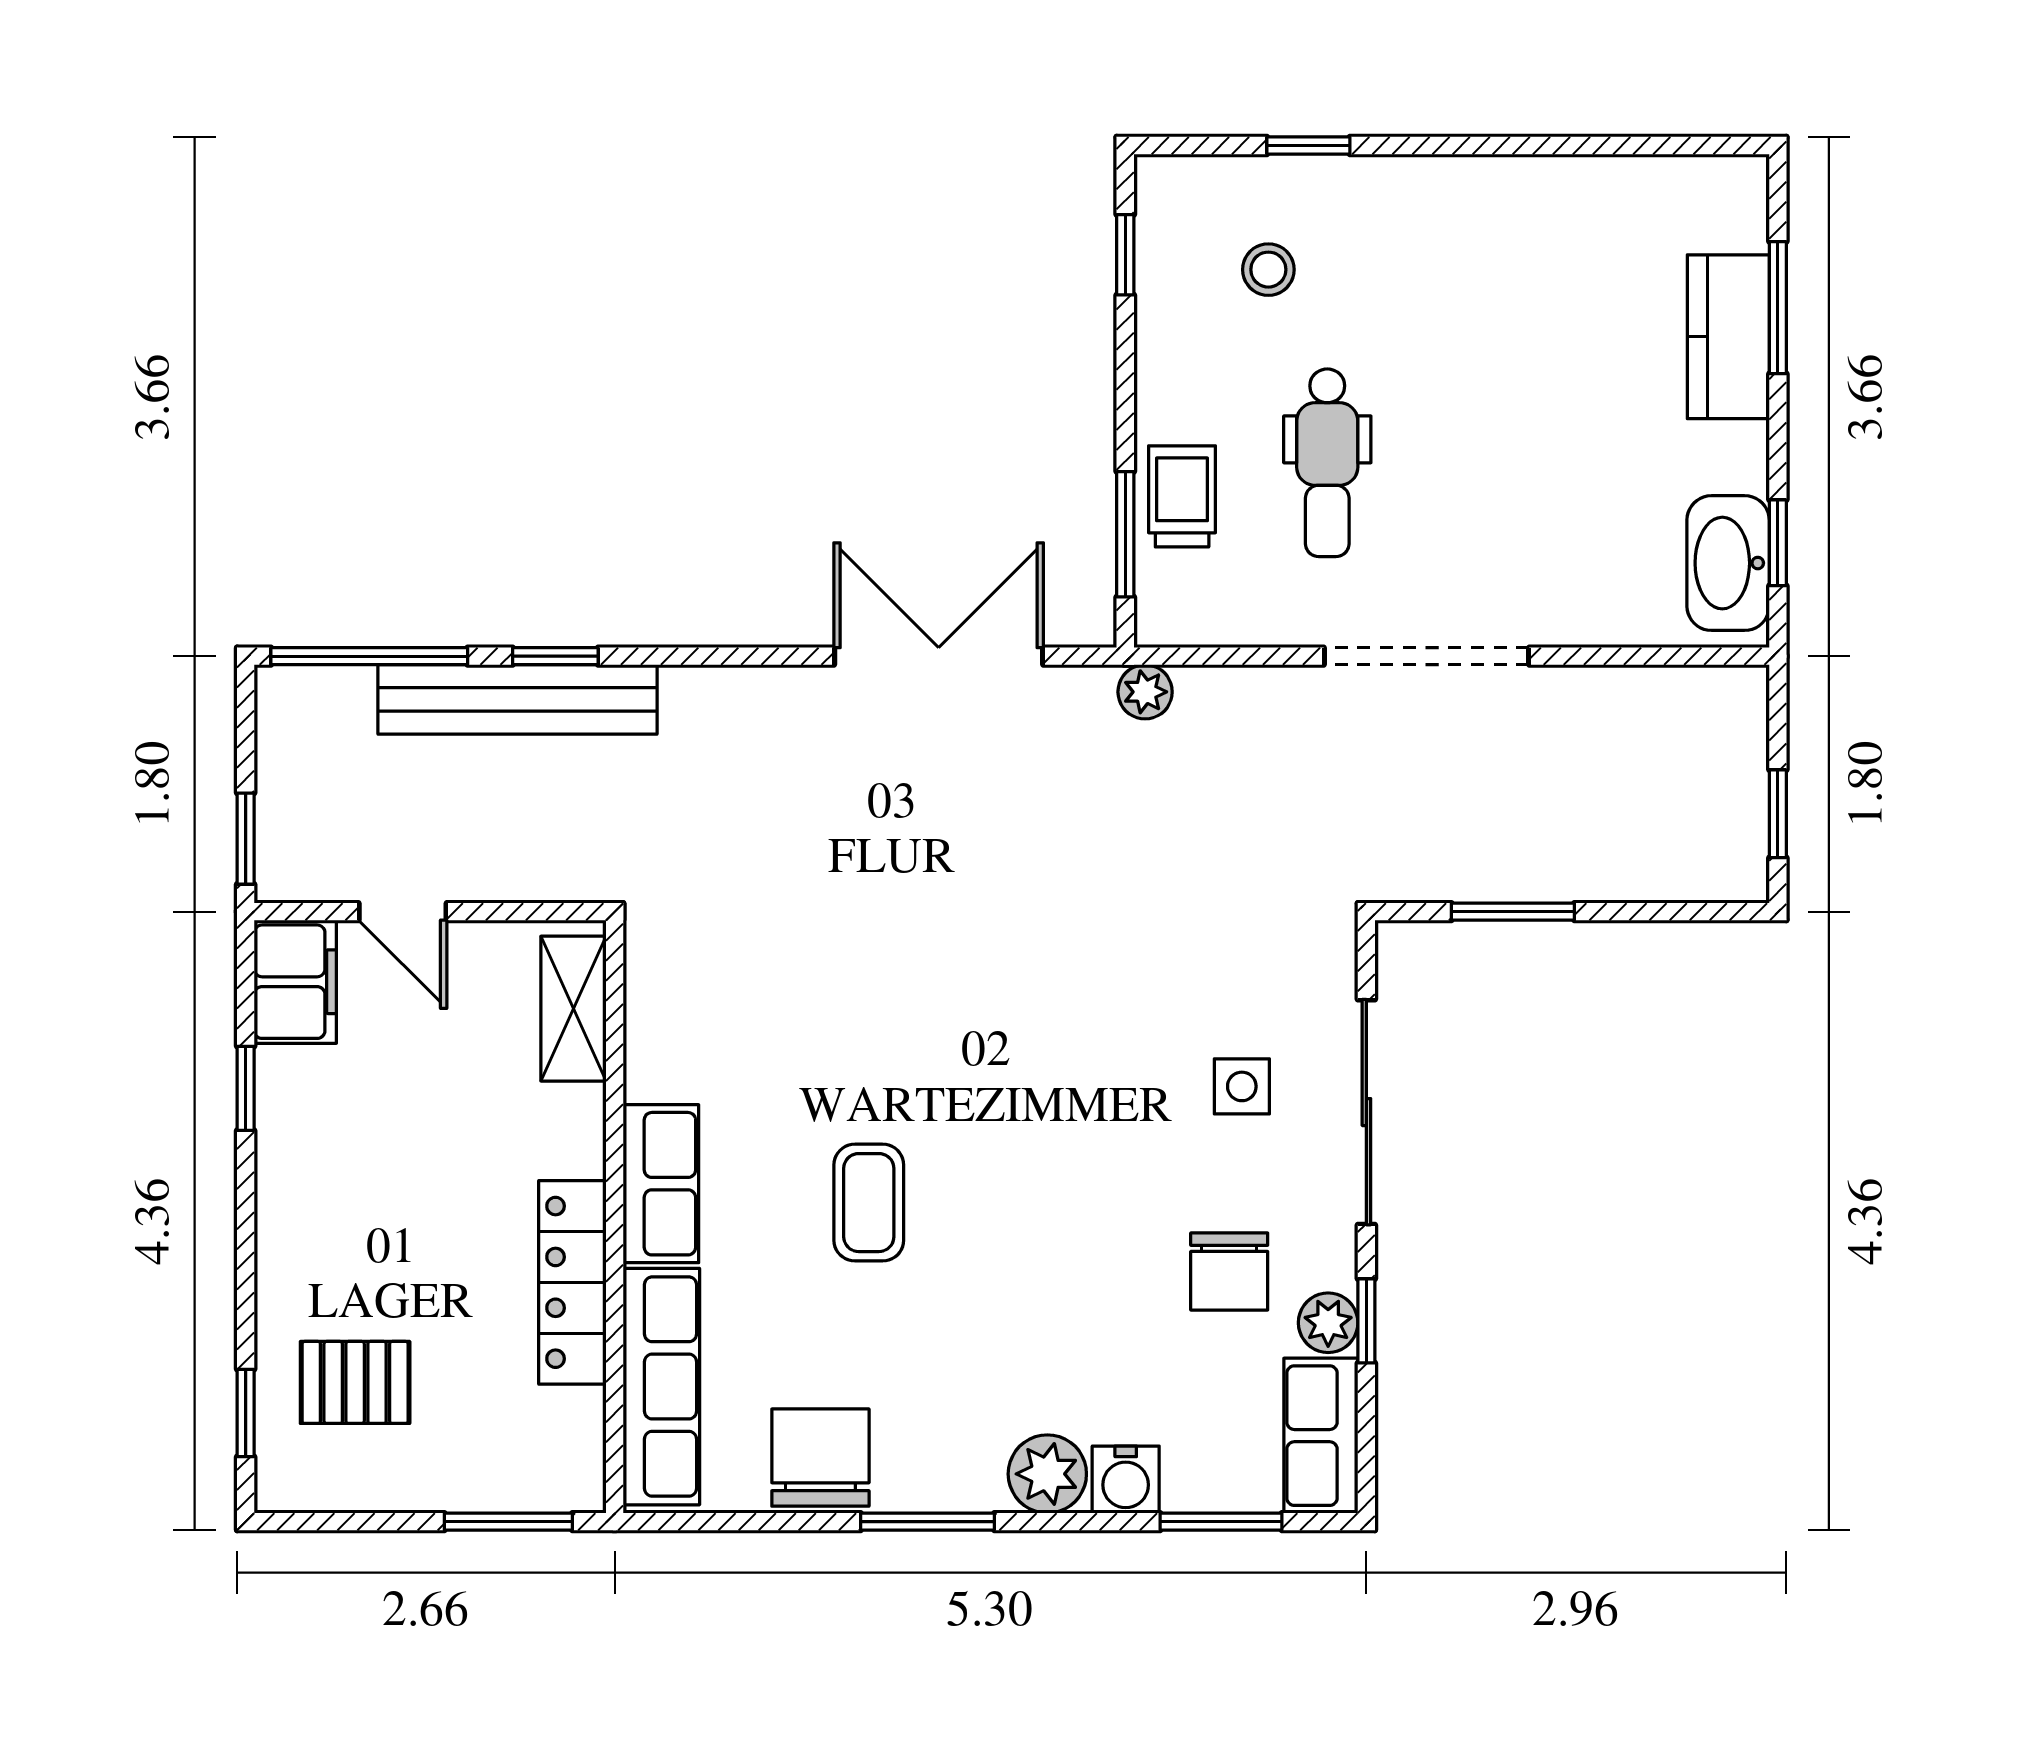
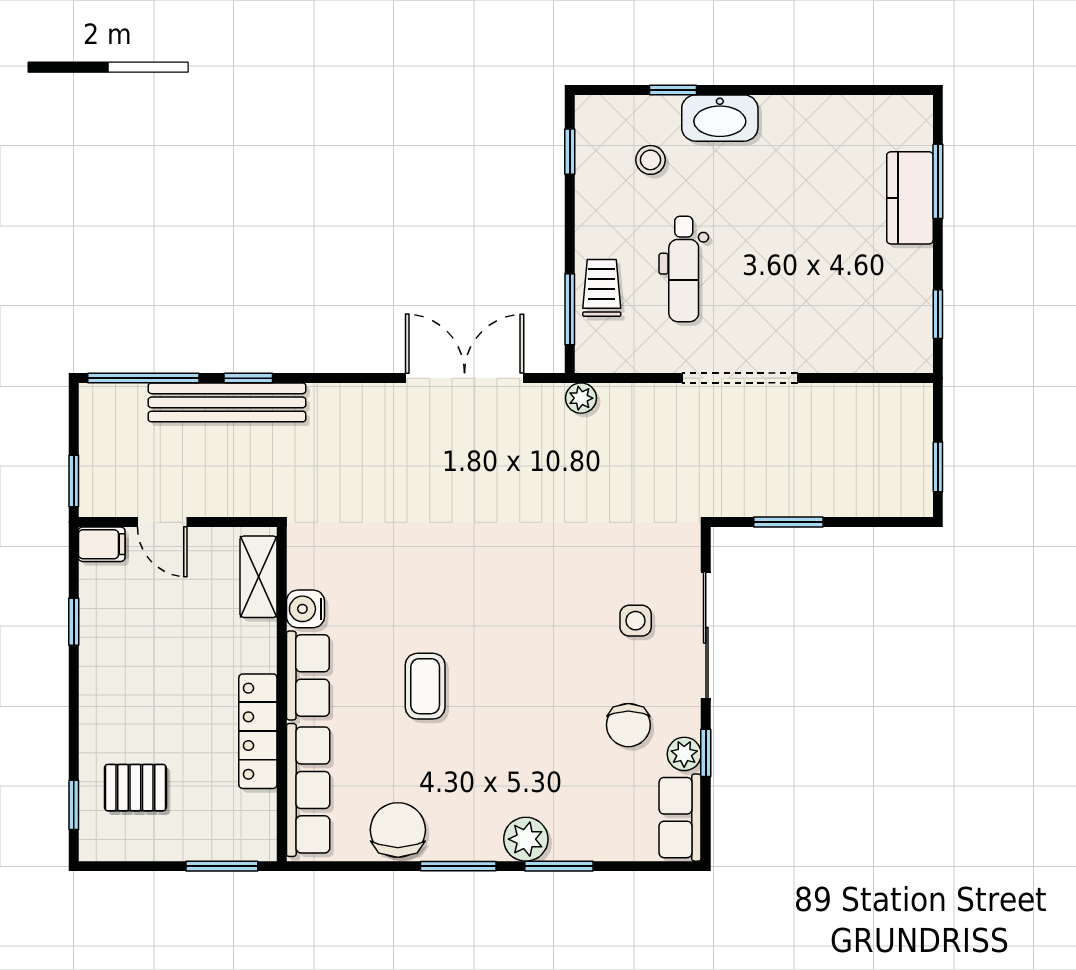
washbasin: (1728, 563) -> (720, 118), moved, turned -90
filing cabinet: (295, 982) -> (102, 544), width x0.50
water cooler: (1126, 1480) -> (305, 609), moved, turned 90
window: (1221, 1522) -> (559, 866), moved

